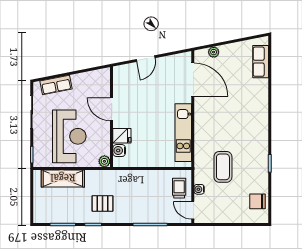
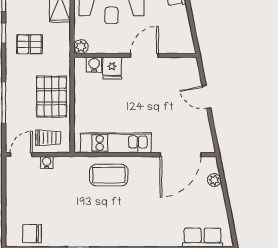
coffee table: (223, 167) -> (109, 175), moved
pallet: (145, 185) -> (52, 97), added
chair: (258, 201) -> (32, 234), turned -90
pallet: (102, 203) -> (29, 44), turned 90

